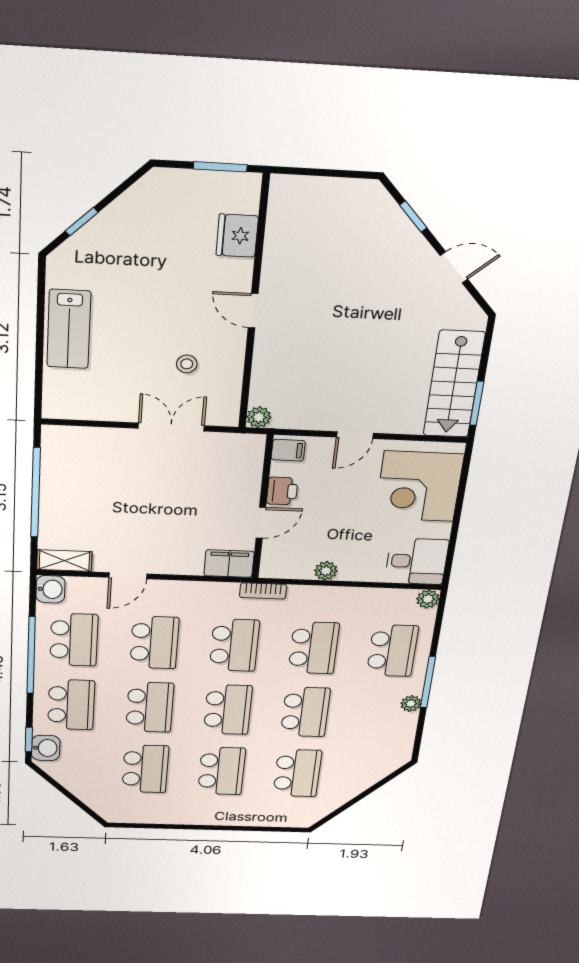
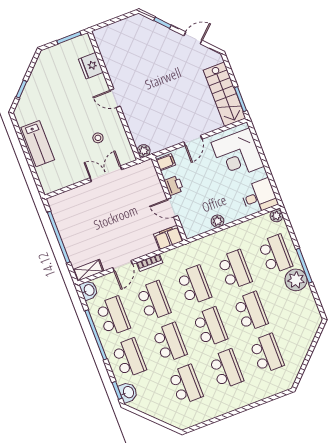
door: (261, 523) -> (172, 207), swing flipped
bookcase: (263, 591) -> (150, 263), moved
plant: (411, 704) -> (296, 280), width x1.87, depth x1.87

